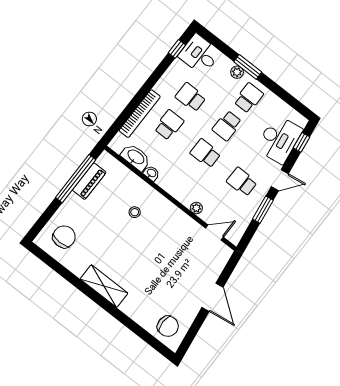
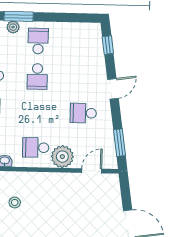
desk: (279, 139) -> (88, 56), removed
school desk: (205, 153) -> (36, 148), moved
plant: (196, 208) -> (62, 157), width x1.88, depth x1.88
window: (263, 210) -> (119, 143), moved

